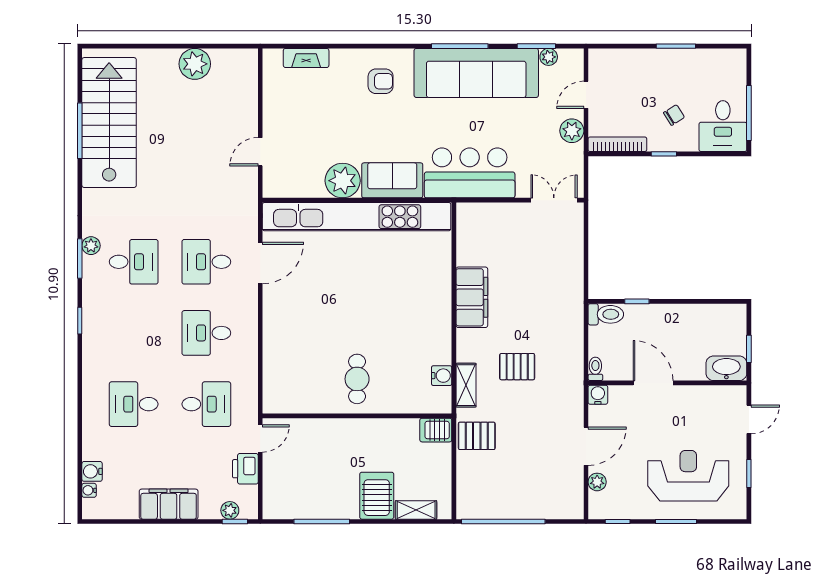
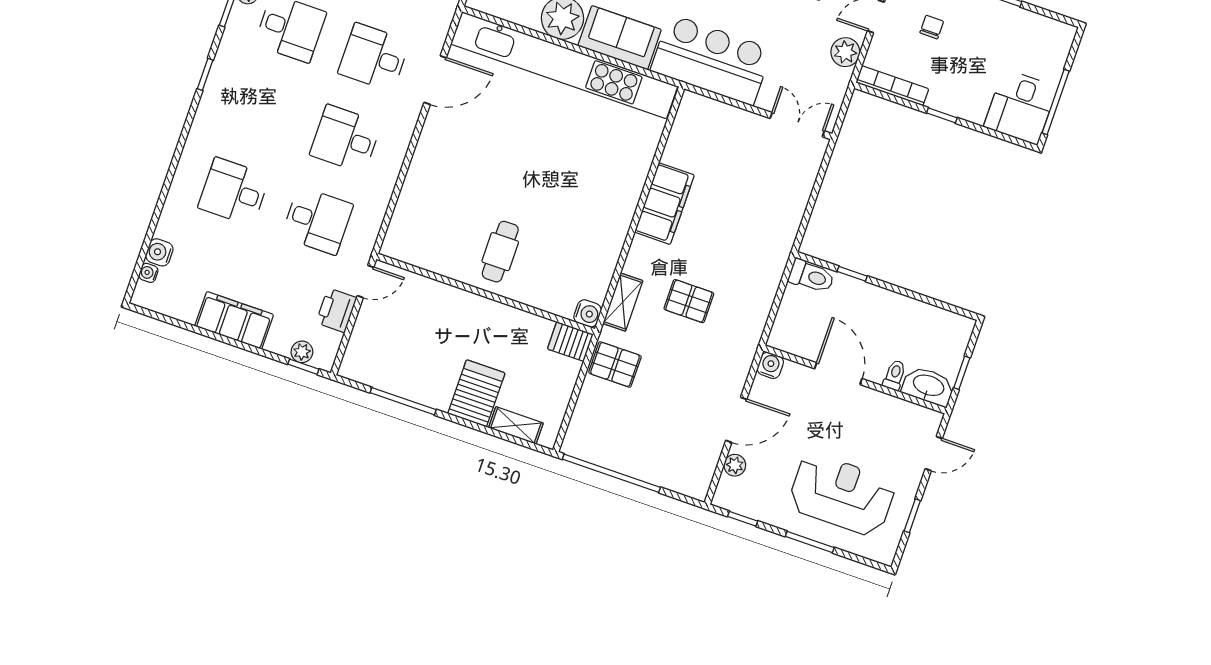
chair: (674, 115) -> (932, 27), moved, turned -58
toilet: (595, 369) -> (895, 375), moved
water cooler: (442, 376) -> (587, 313), moved

